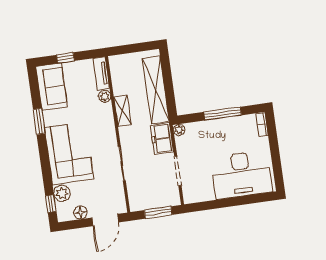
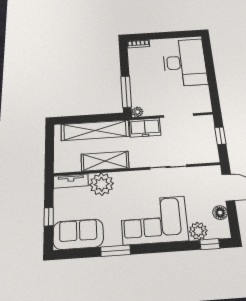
plant: (105, 96) -> (102, 184), width x1.88, depth x1.88
shelving: (123, 111) -> (105, 161), width x1.50, depth x1.33
window: (223, 114) -> (126, 92), moved
window: (158, 212) -> (220, 136), width x0.67

